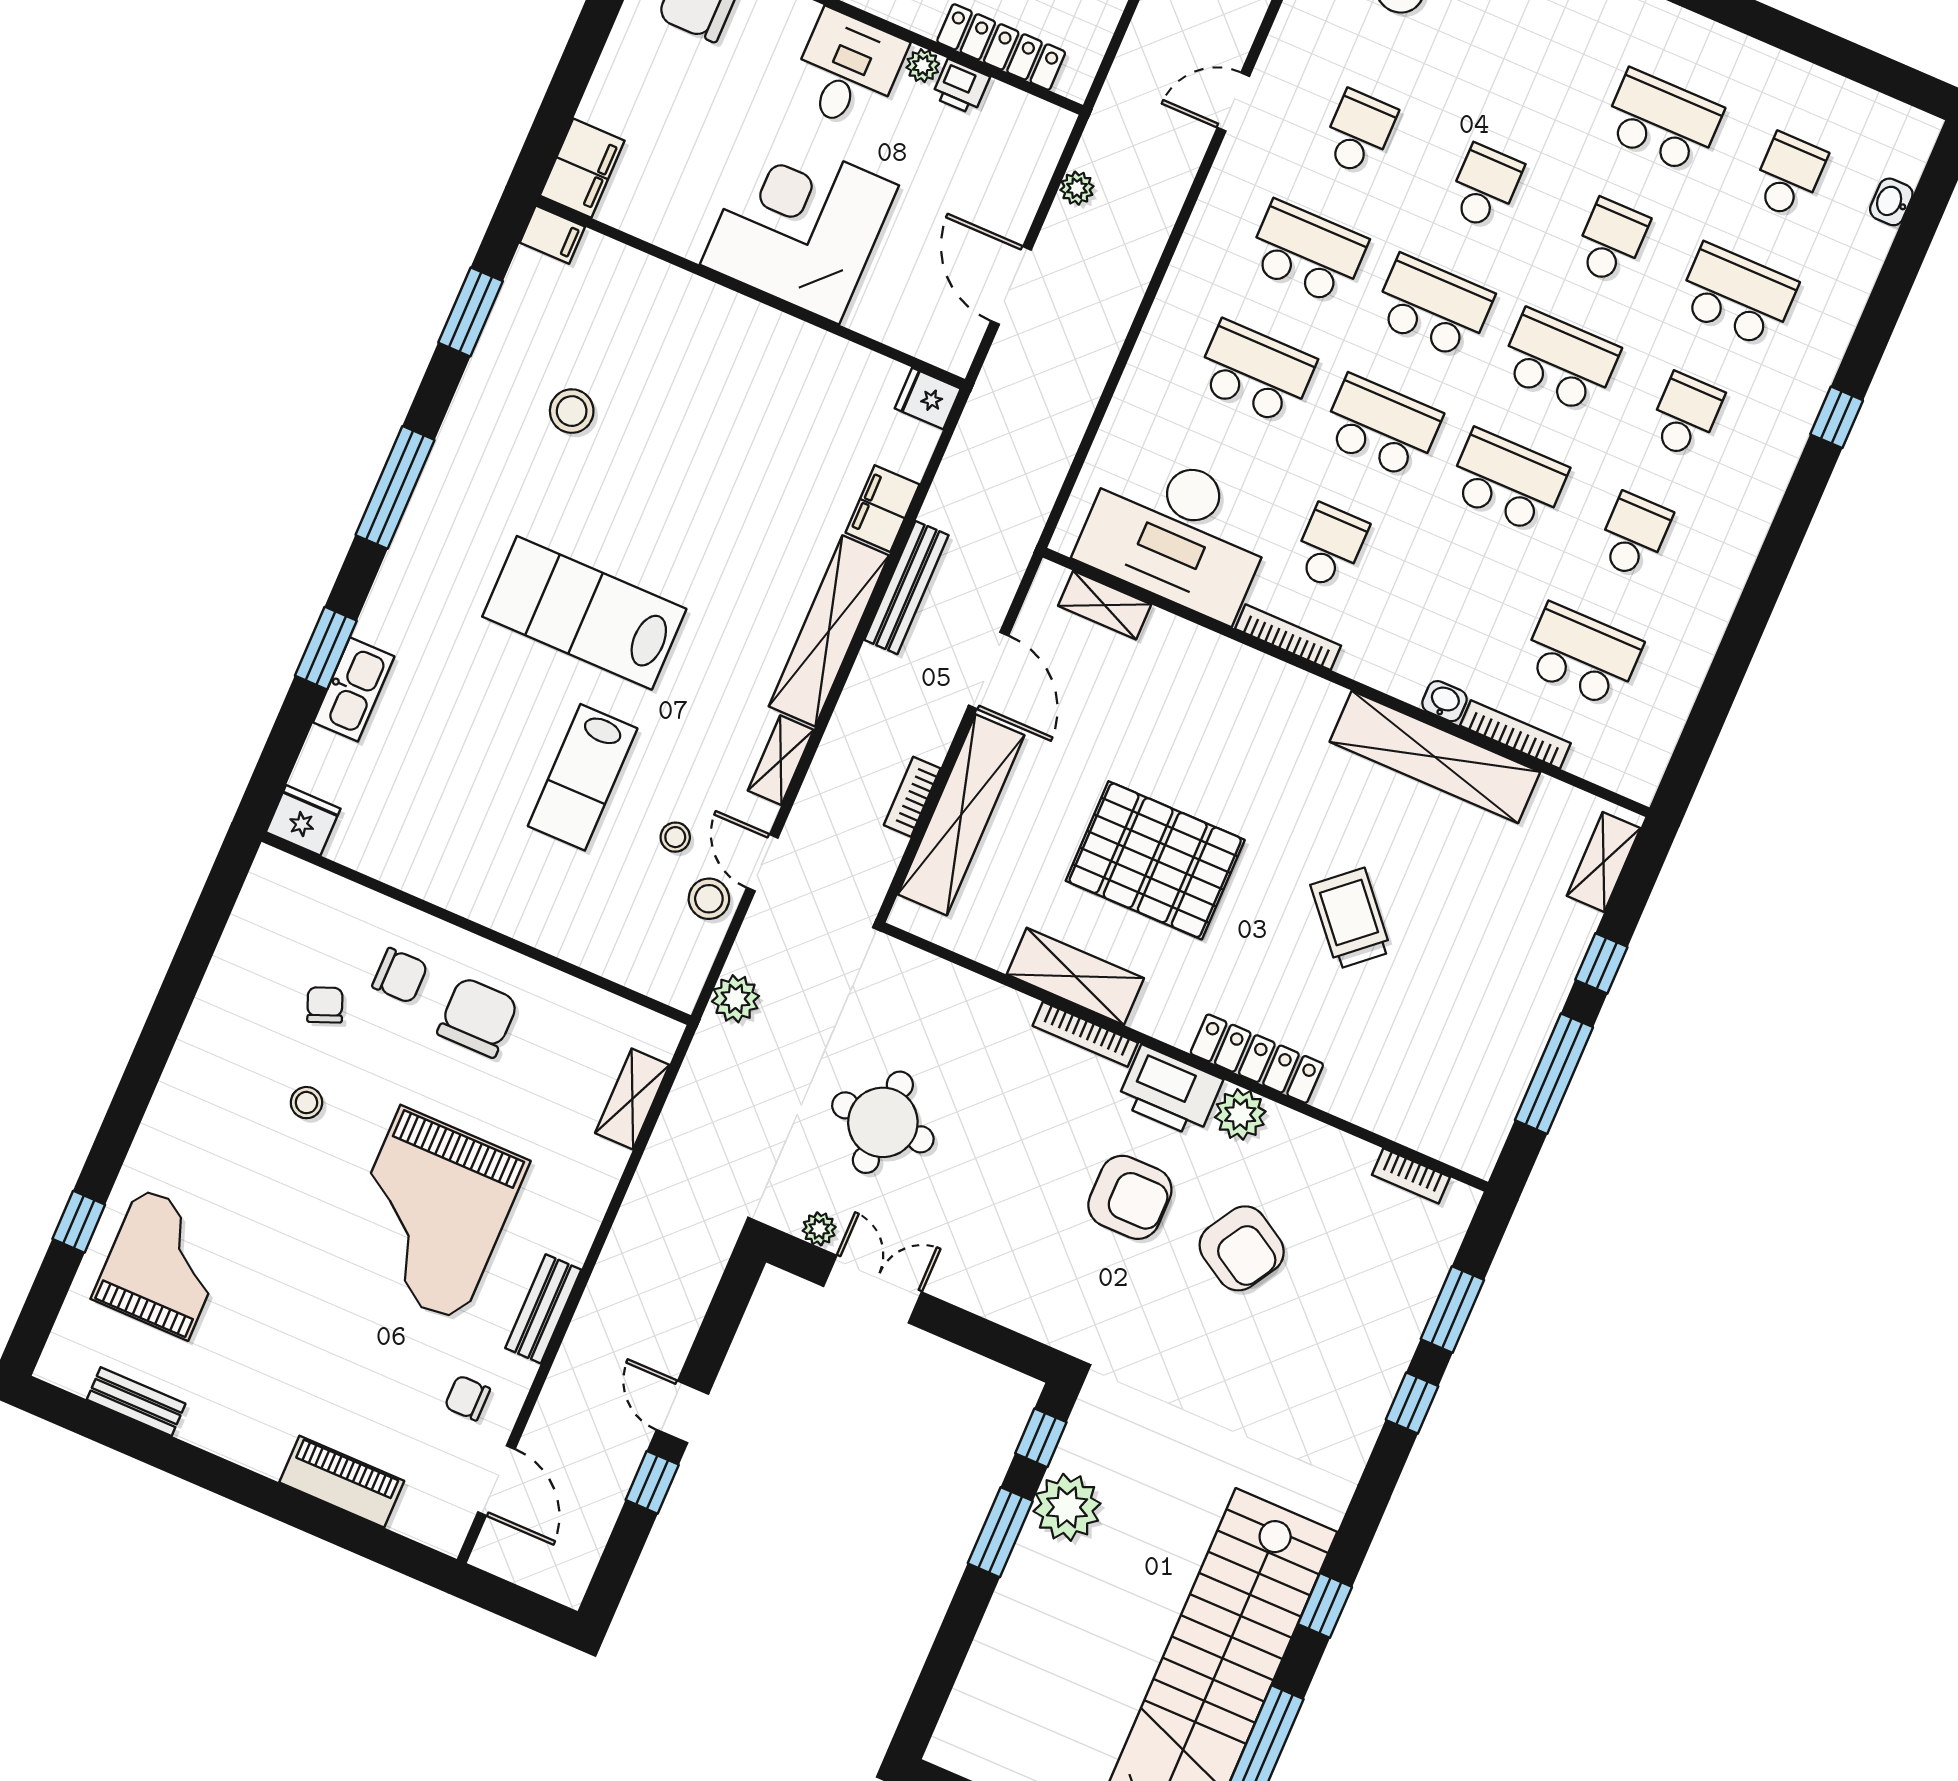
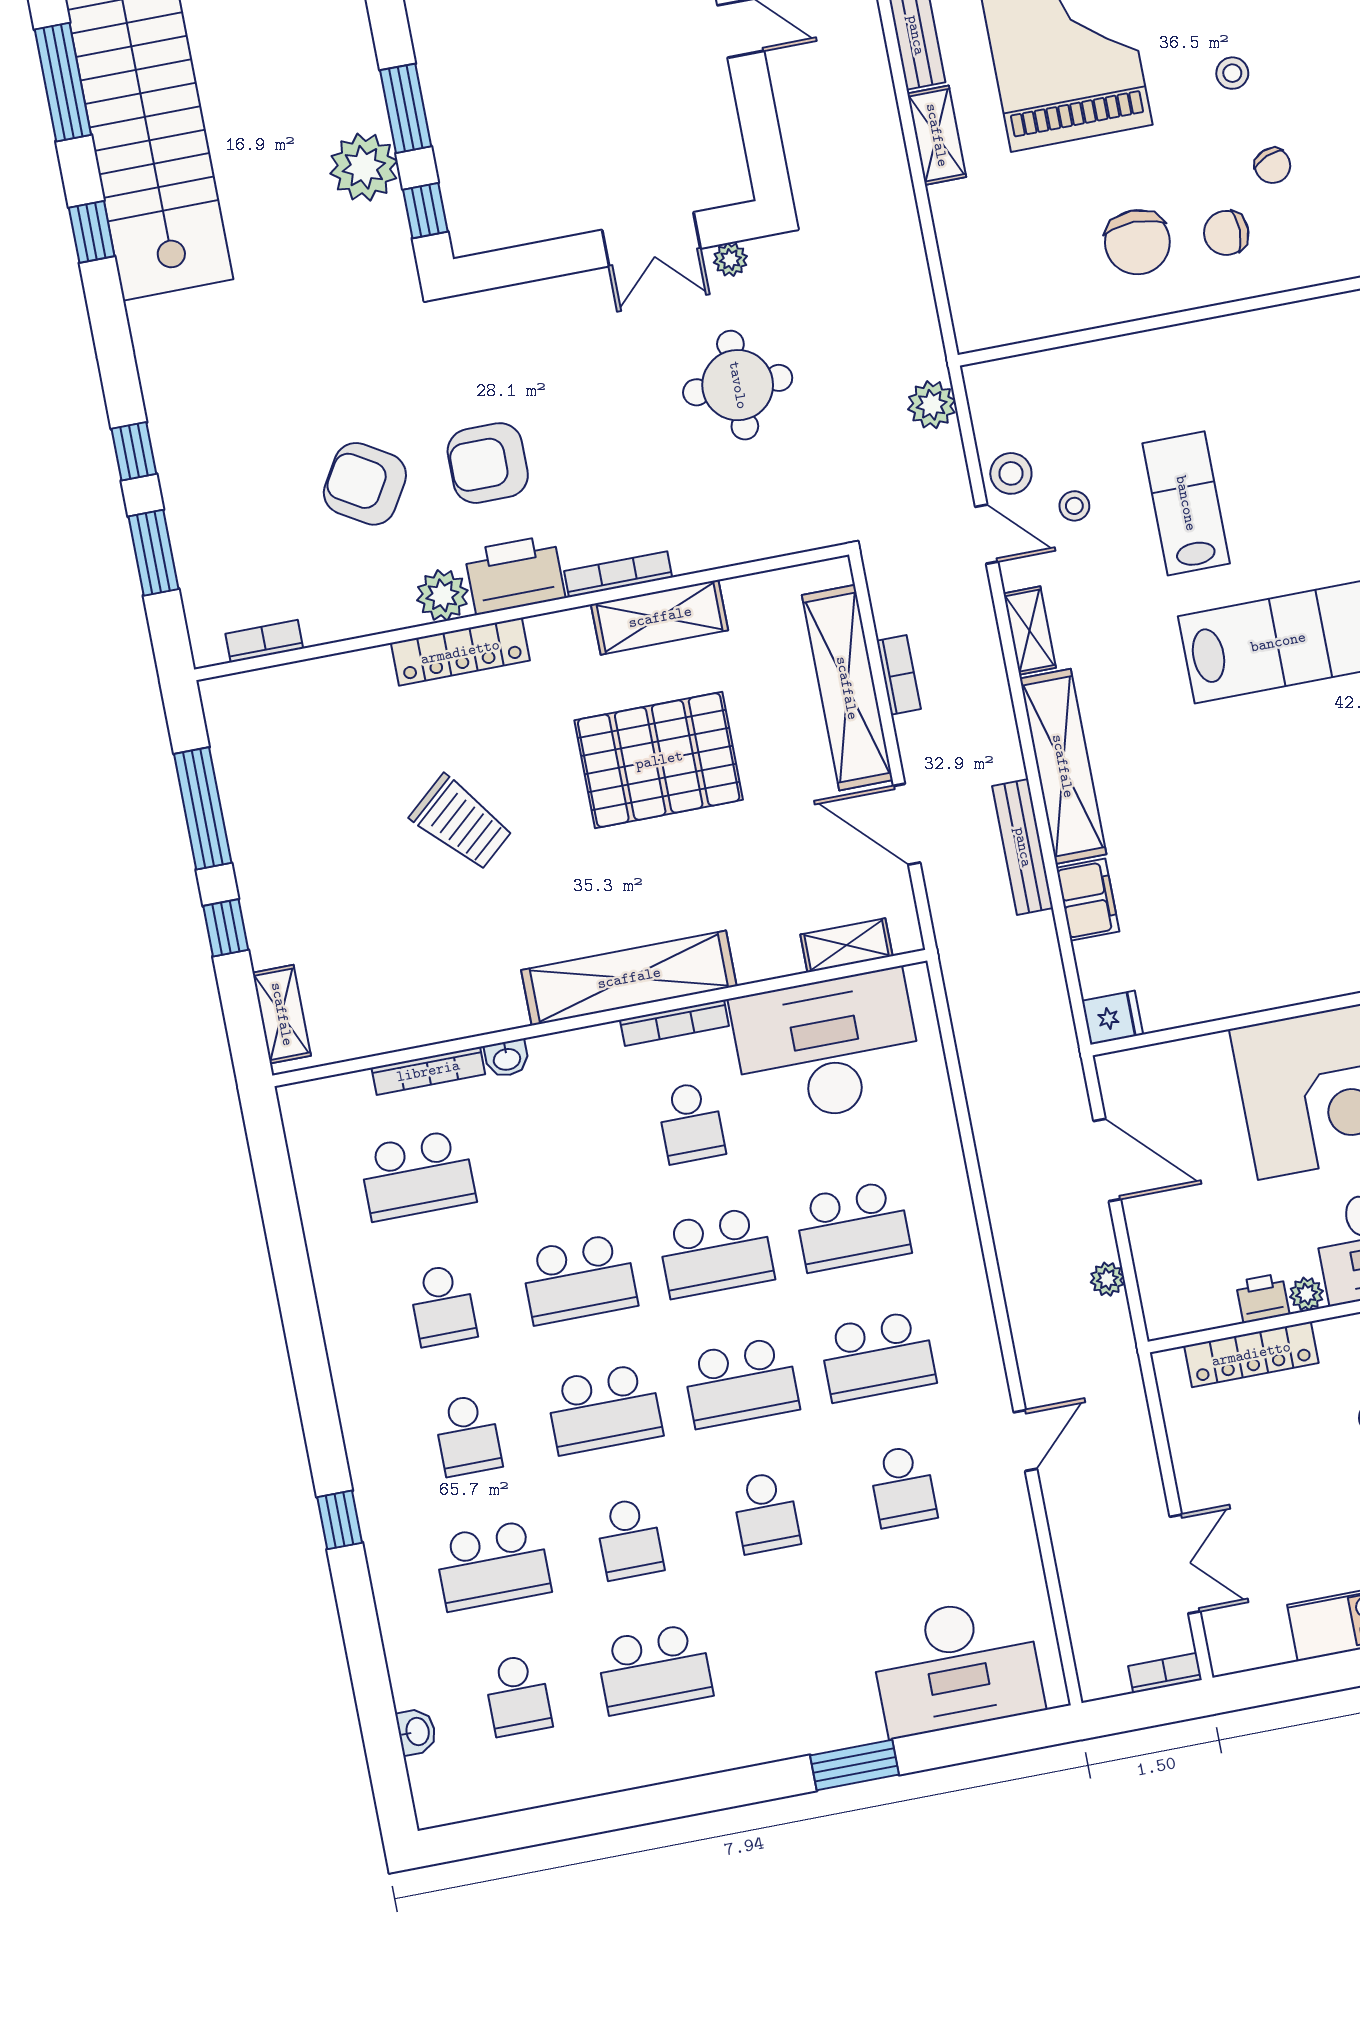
shelving: (1435, 757) -> (629, 978), moved
shelving: (632, 1099) -> (937, 135), moved

